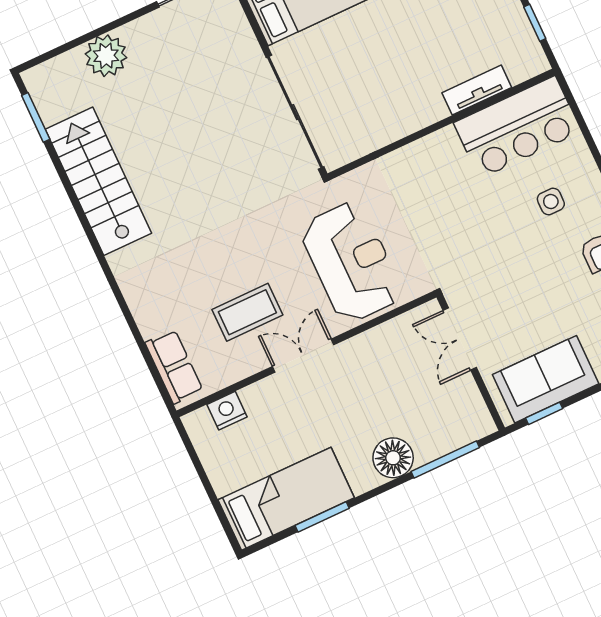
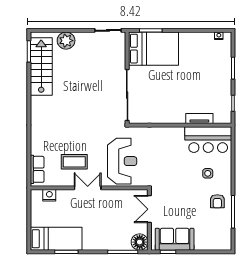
stairs: (98, 181) -> (41, 67), moved
floor lamp: (393, 458) -> (140, 242), moved

